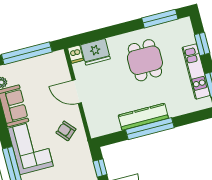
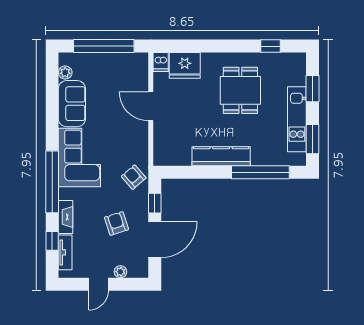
window: (160, 19) -> (270, 46), width x0.46
window: (150, 129) -> (260, 172), moved
armchair: (66, 131) -> (134, 177), moved

